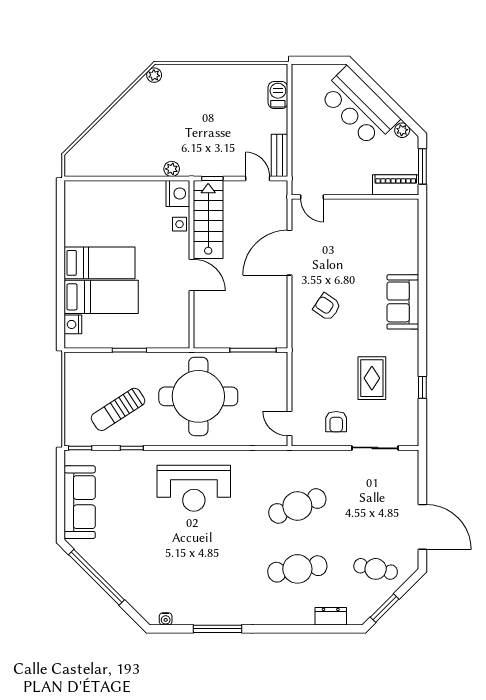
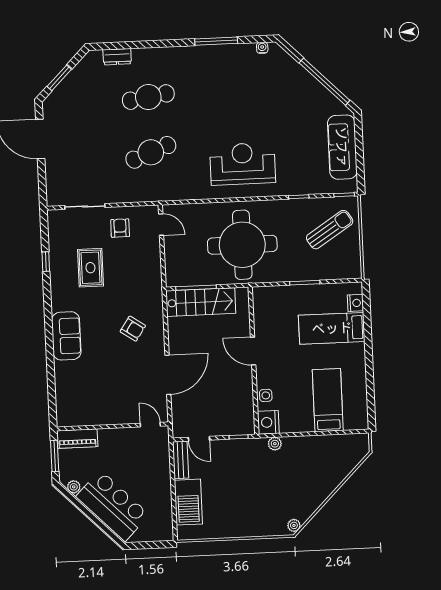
barbecue: (278, 95) -> (188, 502), width x1.88, depth x1.53
stairs: (208, 219) -> (201, 302), moved, turned -90
bed: (100, 263) -> (328, 400), moved, turned 90
sun lounger: (118, 409) -> (330, 230), moved
cafe table: (376, 569) -> (80, 100), removed
window: (385, 608) -> (59, 78), moved

